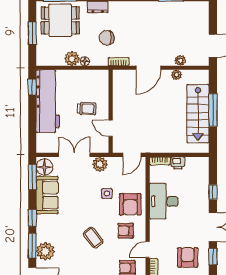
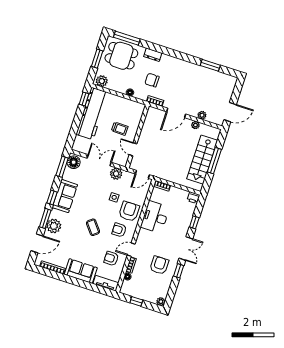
plant: (72, 59) -> (102, 81), moved
printer: (178, 163) -> (193, 198), moved
sofa: (47, 195) -> (65, 196), moved
armchair: (130, 204) -> (129, 211), turned 180

